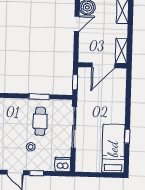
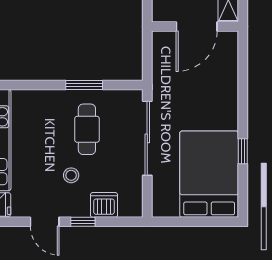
window: (75, 82) -> (147, 58), removed
bed: (113, 149) -> (209, 174), width x1.50
dishwasher: (63, 164) -> (104, 205), moved

